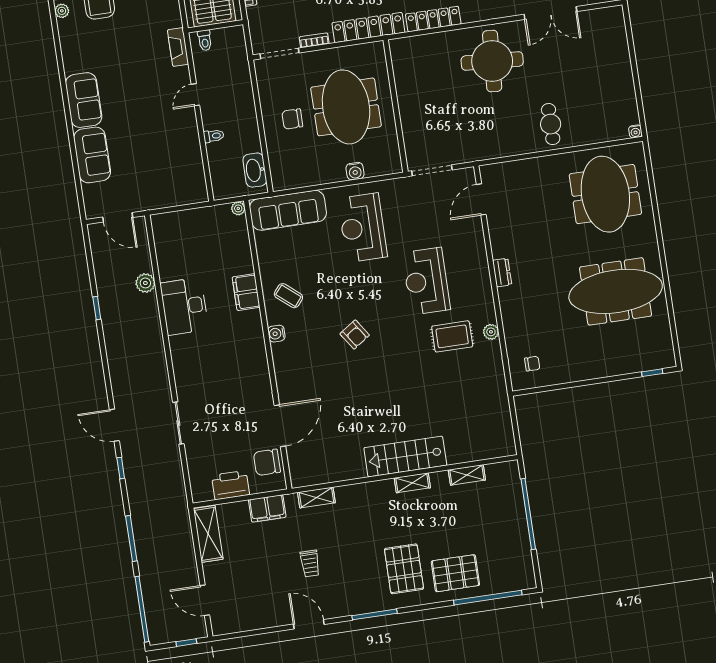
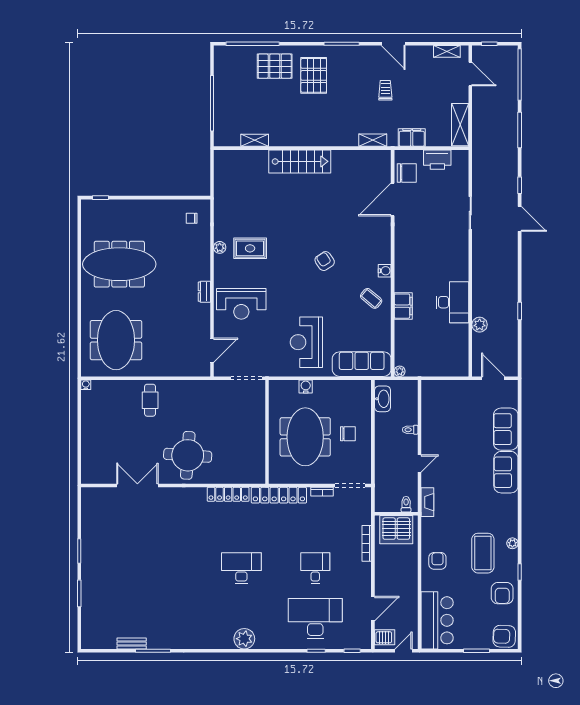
reception desk: (363, 228) -> (306, 342), turned 180
reception desk: (426, 281) -> (241, 304), moved, turned 90
shelving: (412, 483) -> (447, 51), moved

